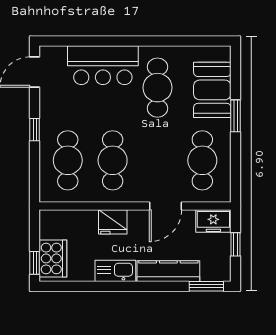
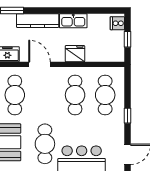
door: (166, 206) -> (40, 64), hinge flipped
cooker: (53, 258) -> (117, 23), width x0.53, depth x0.76
window: (35, 263) -> (127, 39), moved

